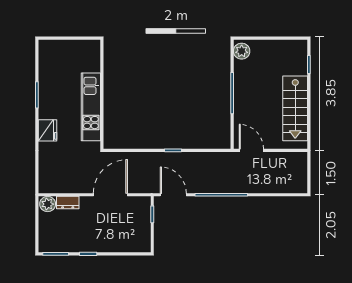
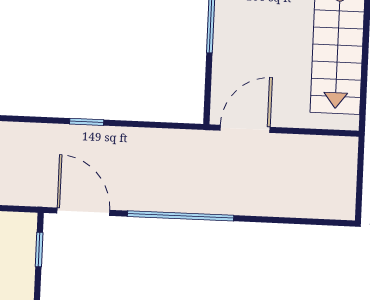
door: (251, 150) -> (245, 129), hinge flipped

